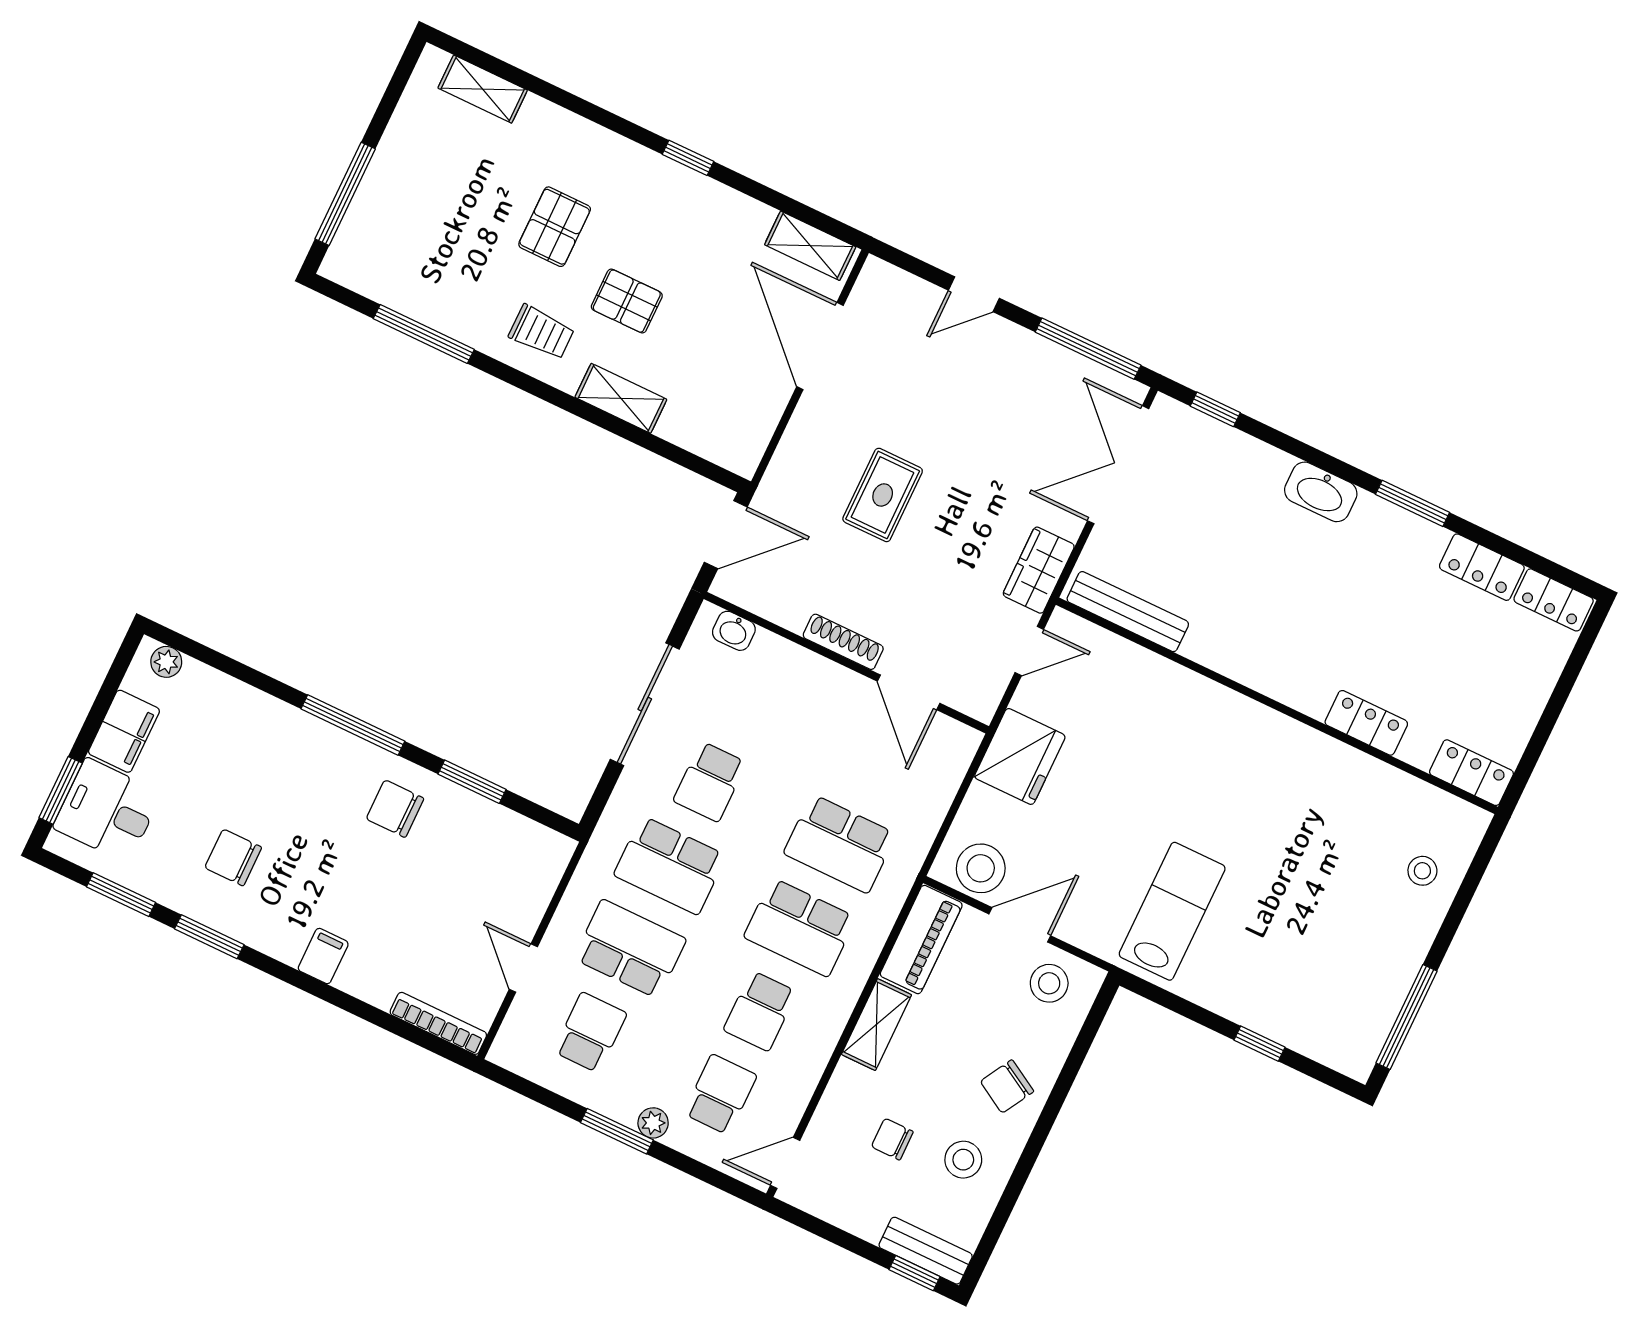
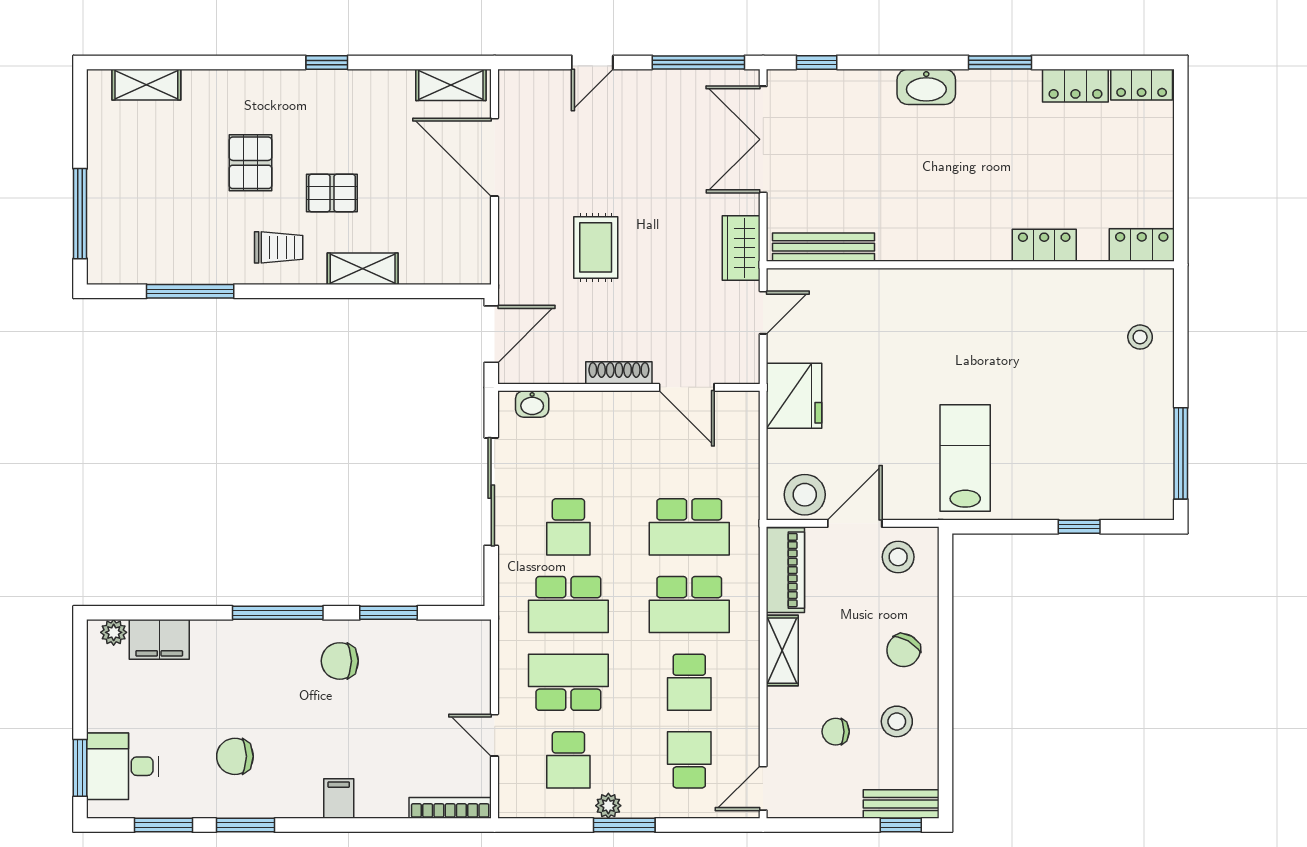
filing cabinet: (124, 731) -> (159, 639), moved, turned 90
school desk: (590, 1032) -> (568, 760), turned 180
plant: (653, 1123) -> (608, 806), moved

